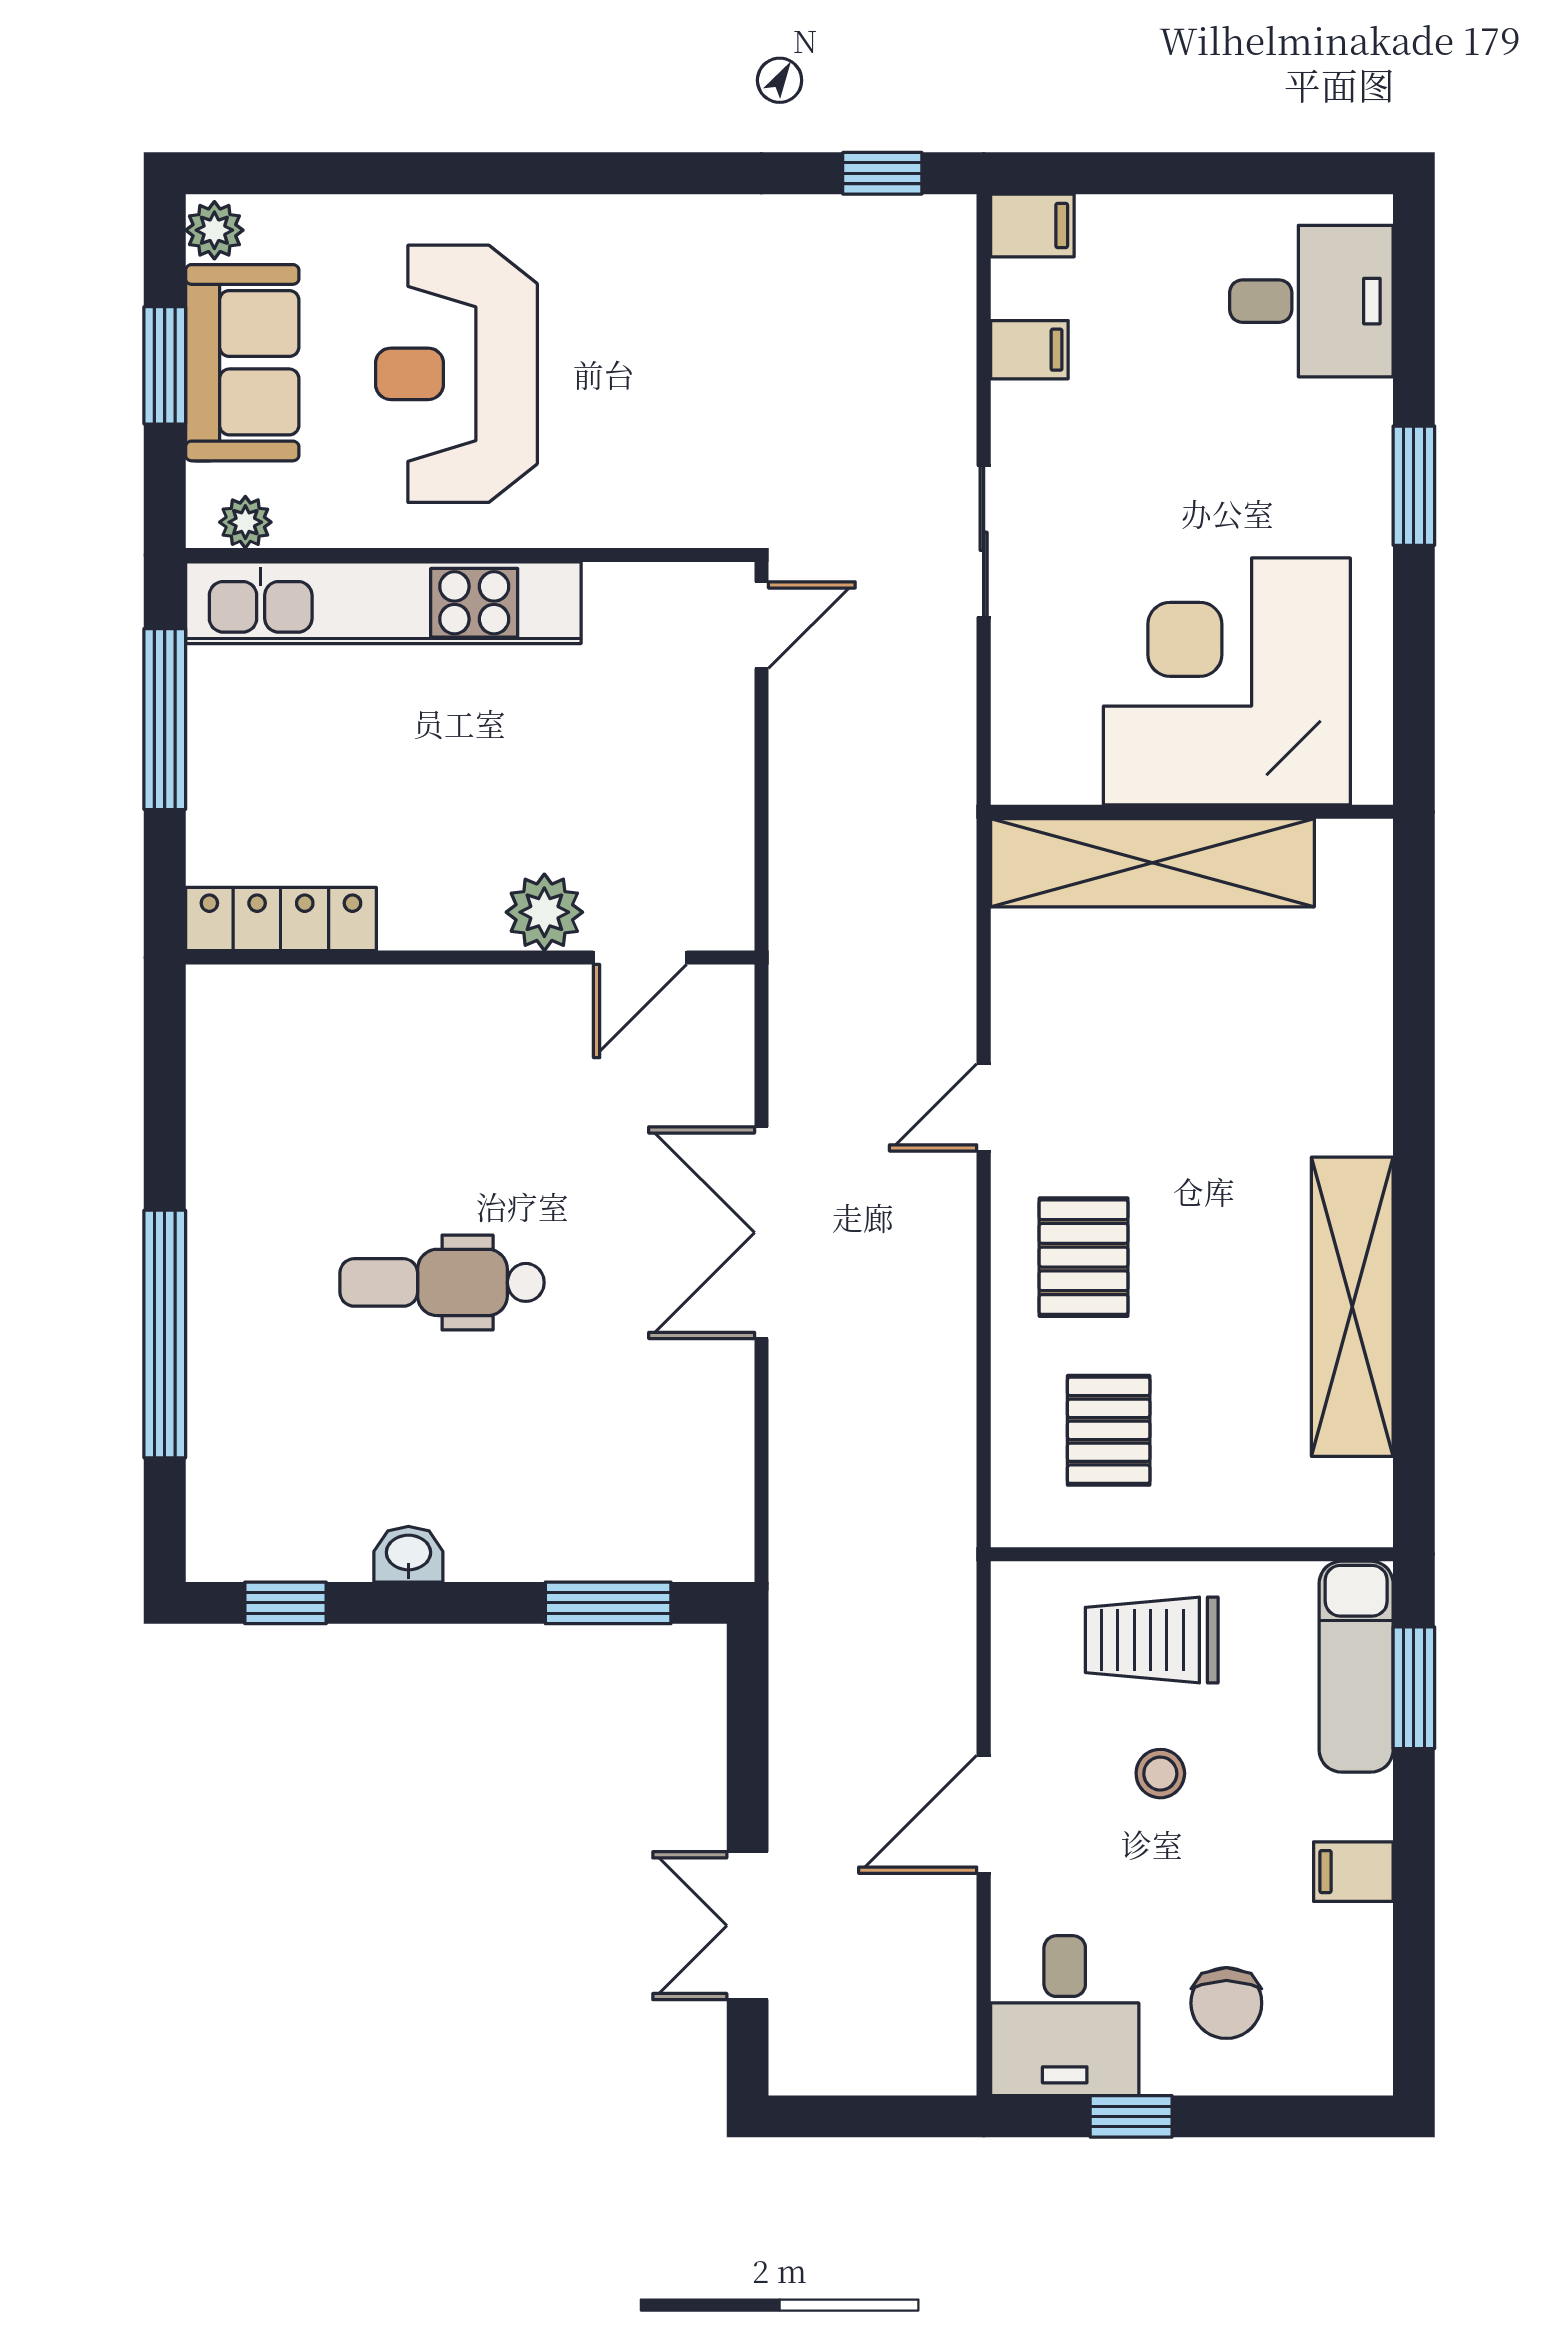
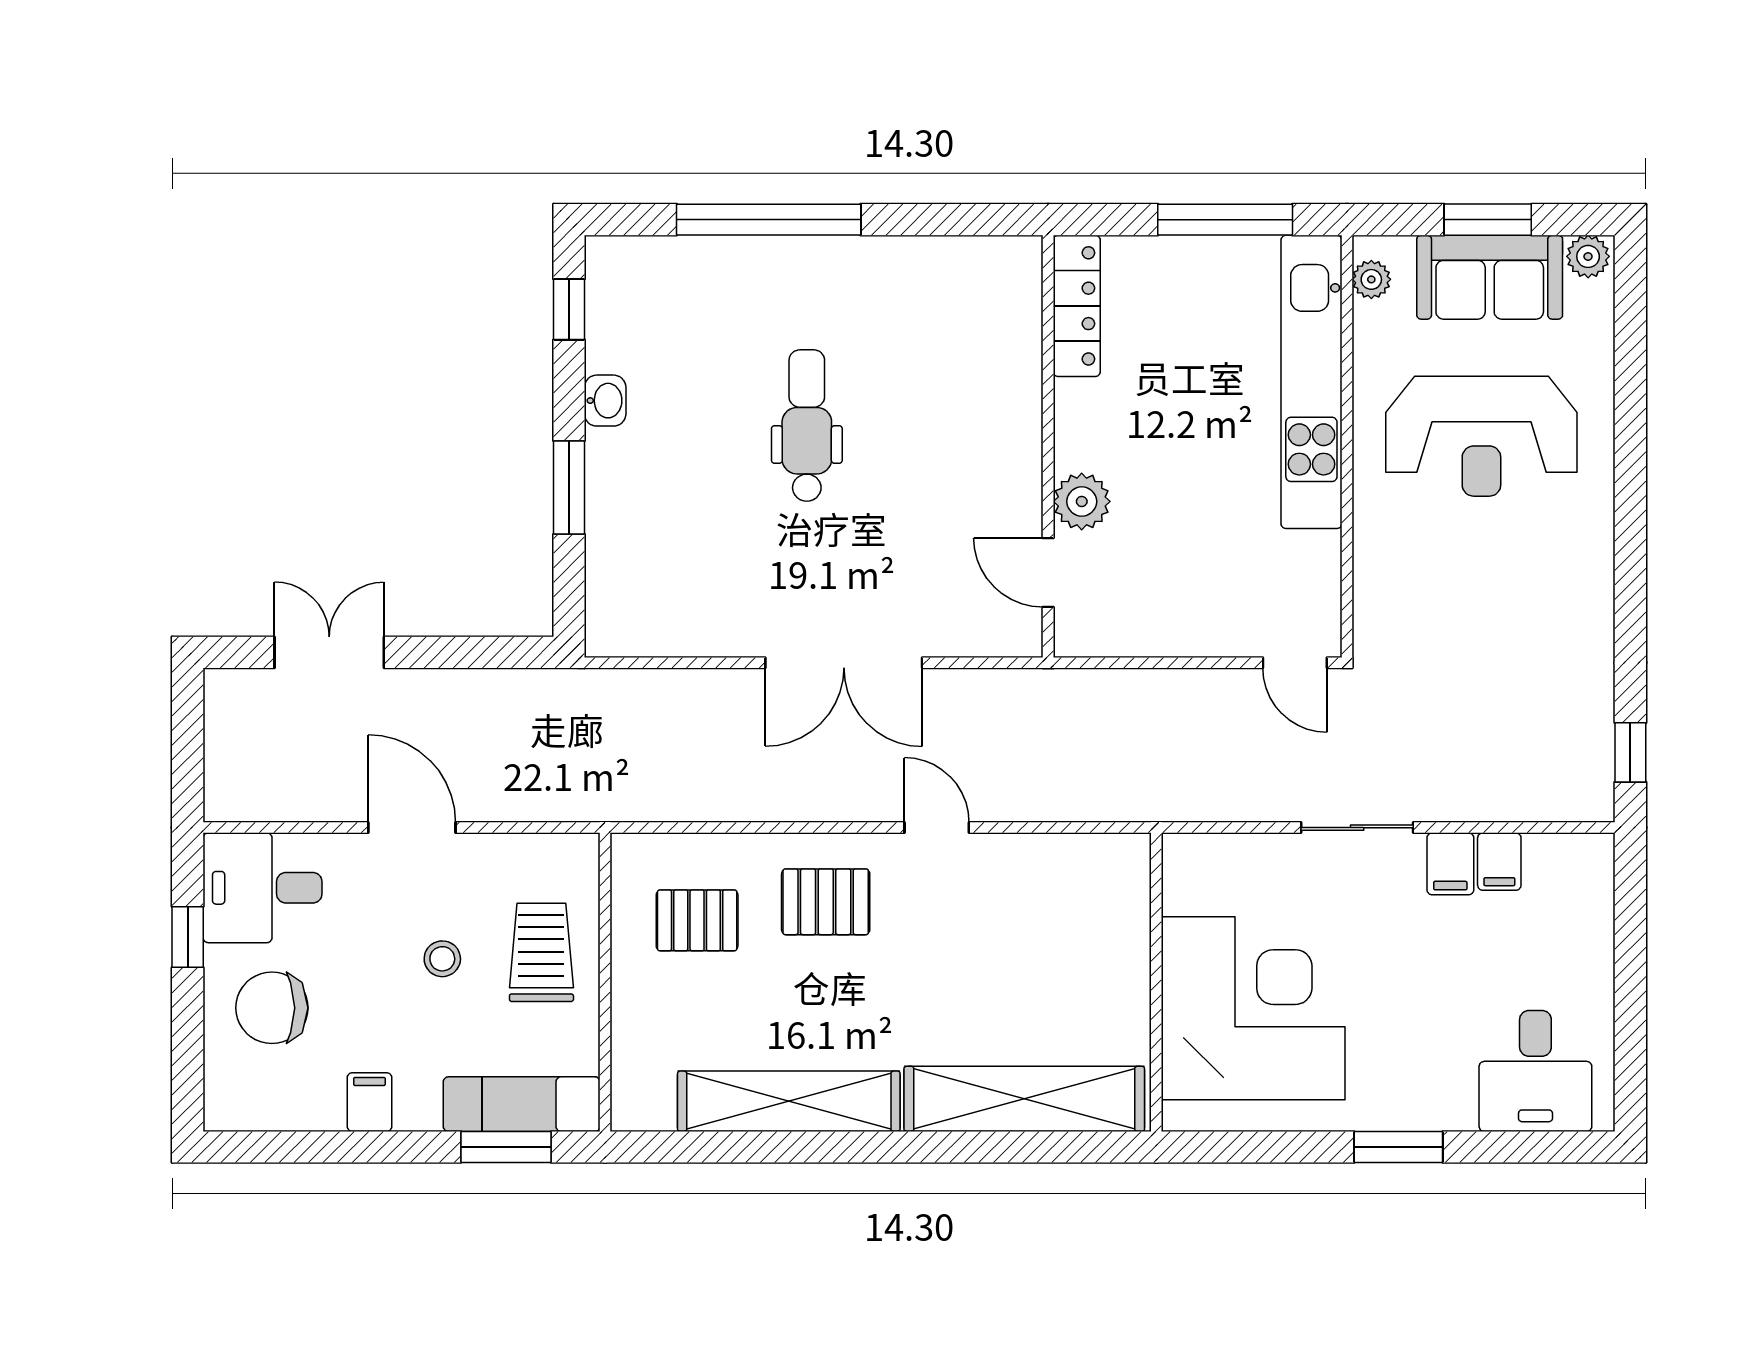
filing cabinet: (1032, 225) -> (1450, 864), moved
reception desk: (456, 374) -> (1481, 436), turned 180
shelving: (1152, 863) -> (1024, 1099), moved, turned 90
double door: (762, 1233) -> (844, 663), swing flipped
window: (608, 1603) -> (569, 487), moved
chair: (1226, 2003) -> (272, 1008), width x1.37, depth x1.37

